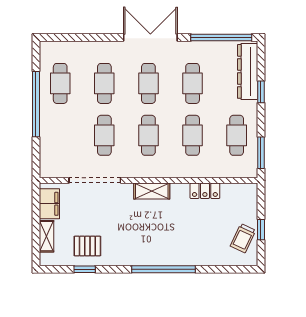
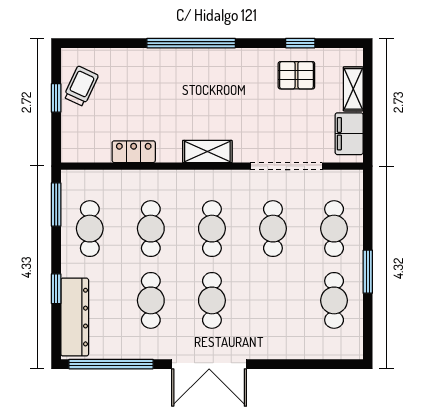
cafe table: (104, 83) -> (334, 229), moved
window: (36, 104) -> (368, 272), width x0.47

